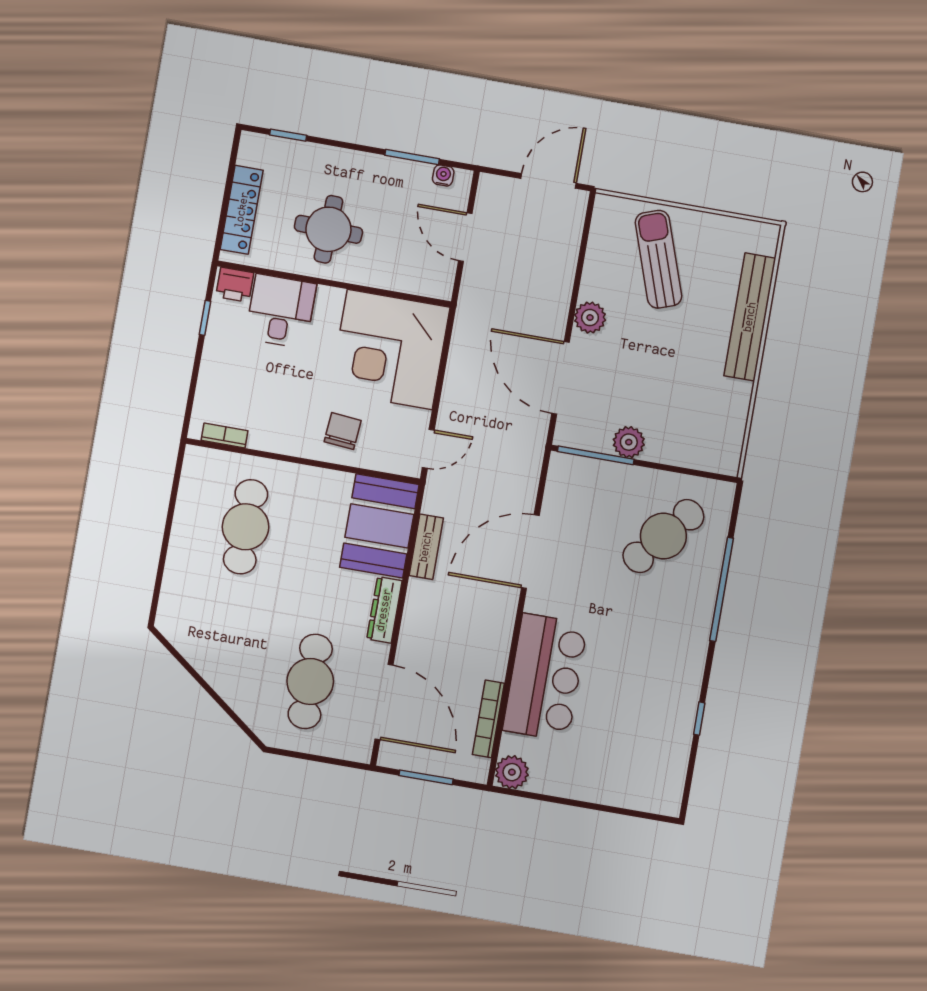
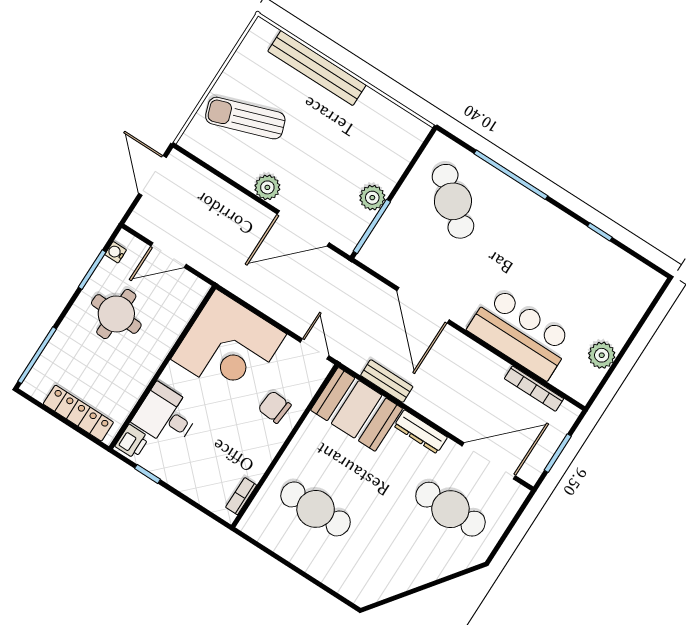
window: (288, 135) -> (37, 355), width x2.17
round table: (328, 229) -> (116, 314), moved
plant: (512, 772) -> (602, 355), moved

